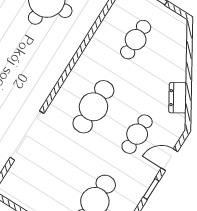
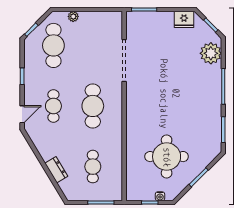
dresser: (178, 98) -> (56, 170), moved
door: (169, 160) -> (22, 114), moved

